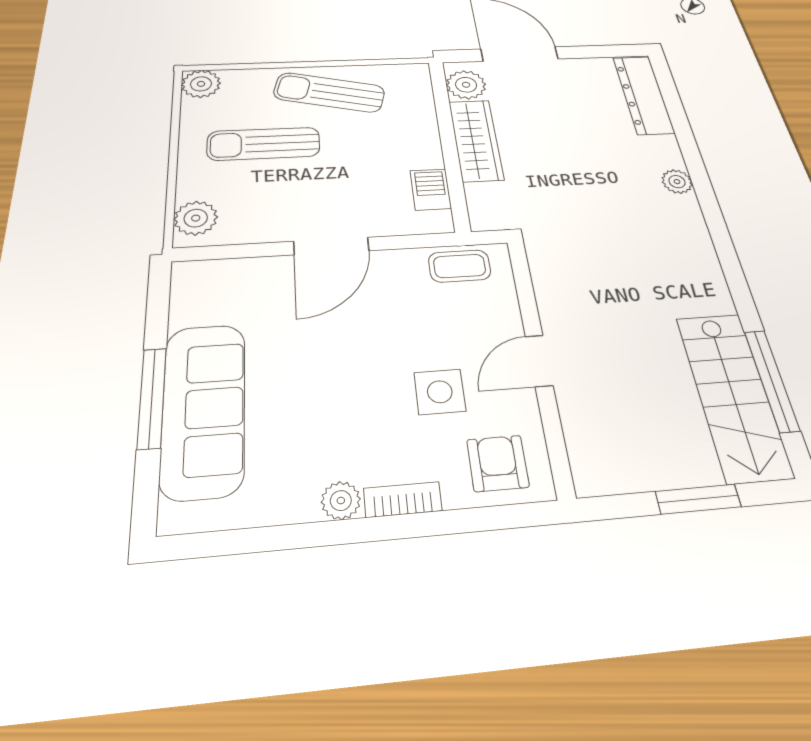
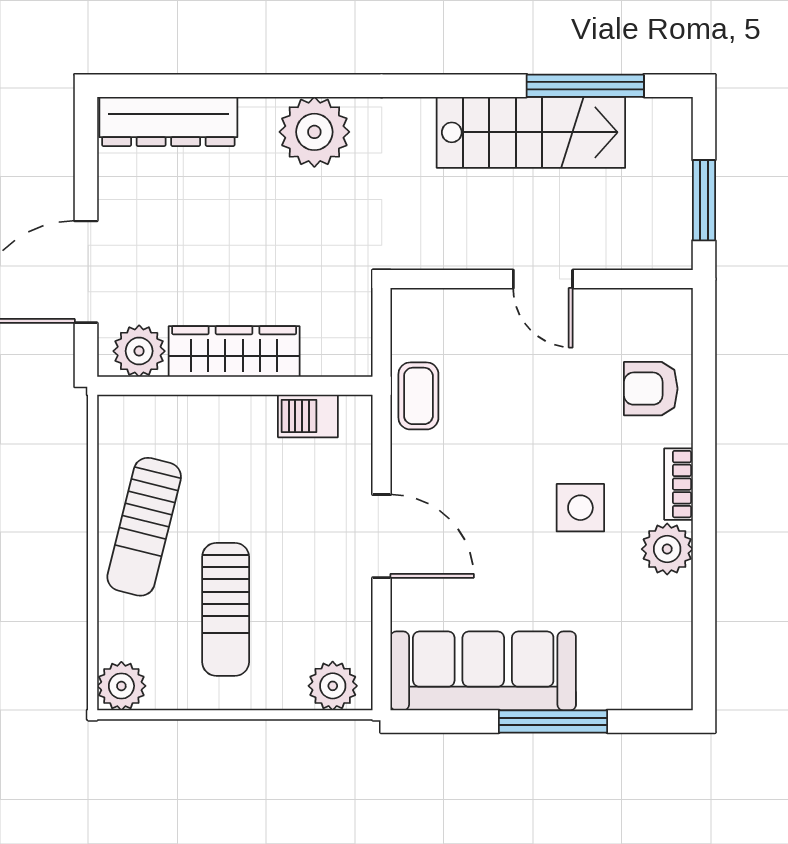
plant: (677, 182) -> (314, 132), width x1.88, depth x1.88
wall: (539, 360) -> (542, 279), moved
door: (539, 361) -> (543, 279), moved
side table: (440, 392) -> (580, 508), moved
stairs: (733, 395) -> (531, 132), moved
sofa: (204, 409) -> (483, 671), moved
plant: (341, 500) -> (667, 549), width x1.38, depth x1.38

